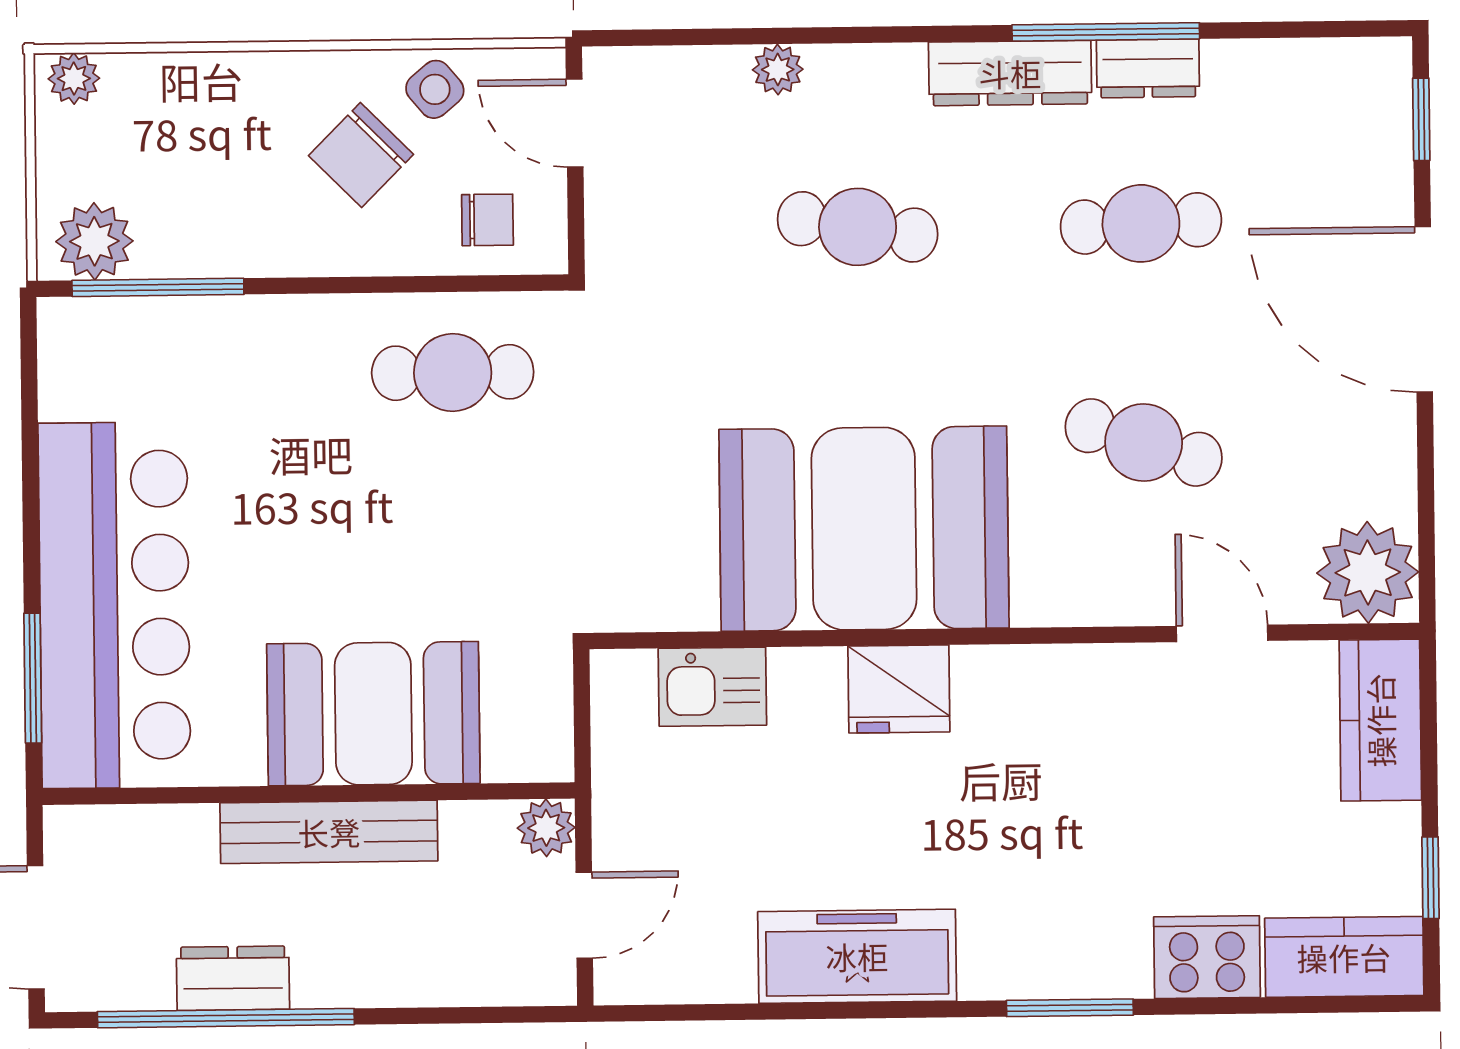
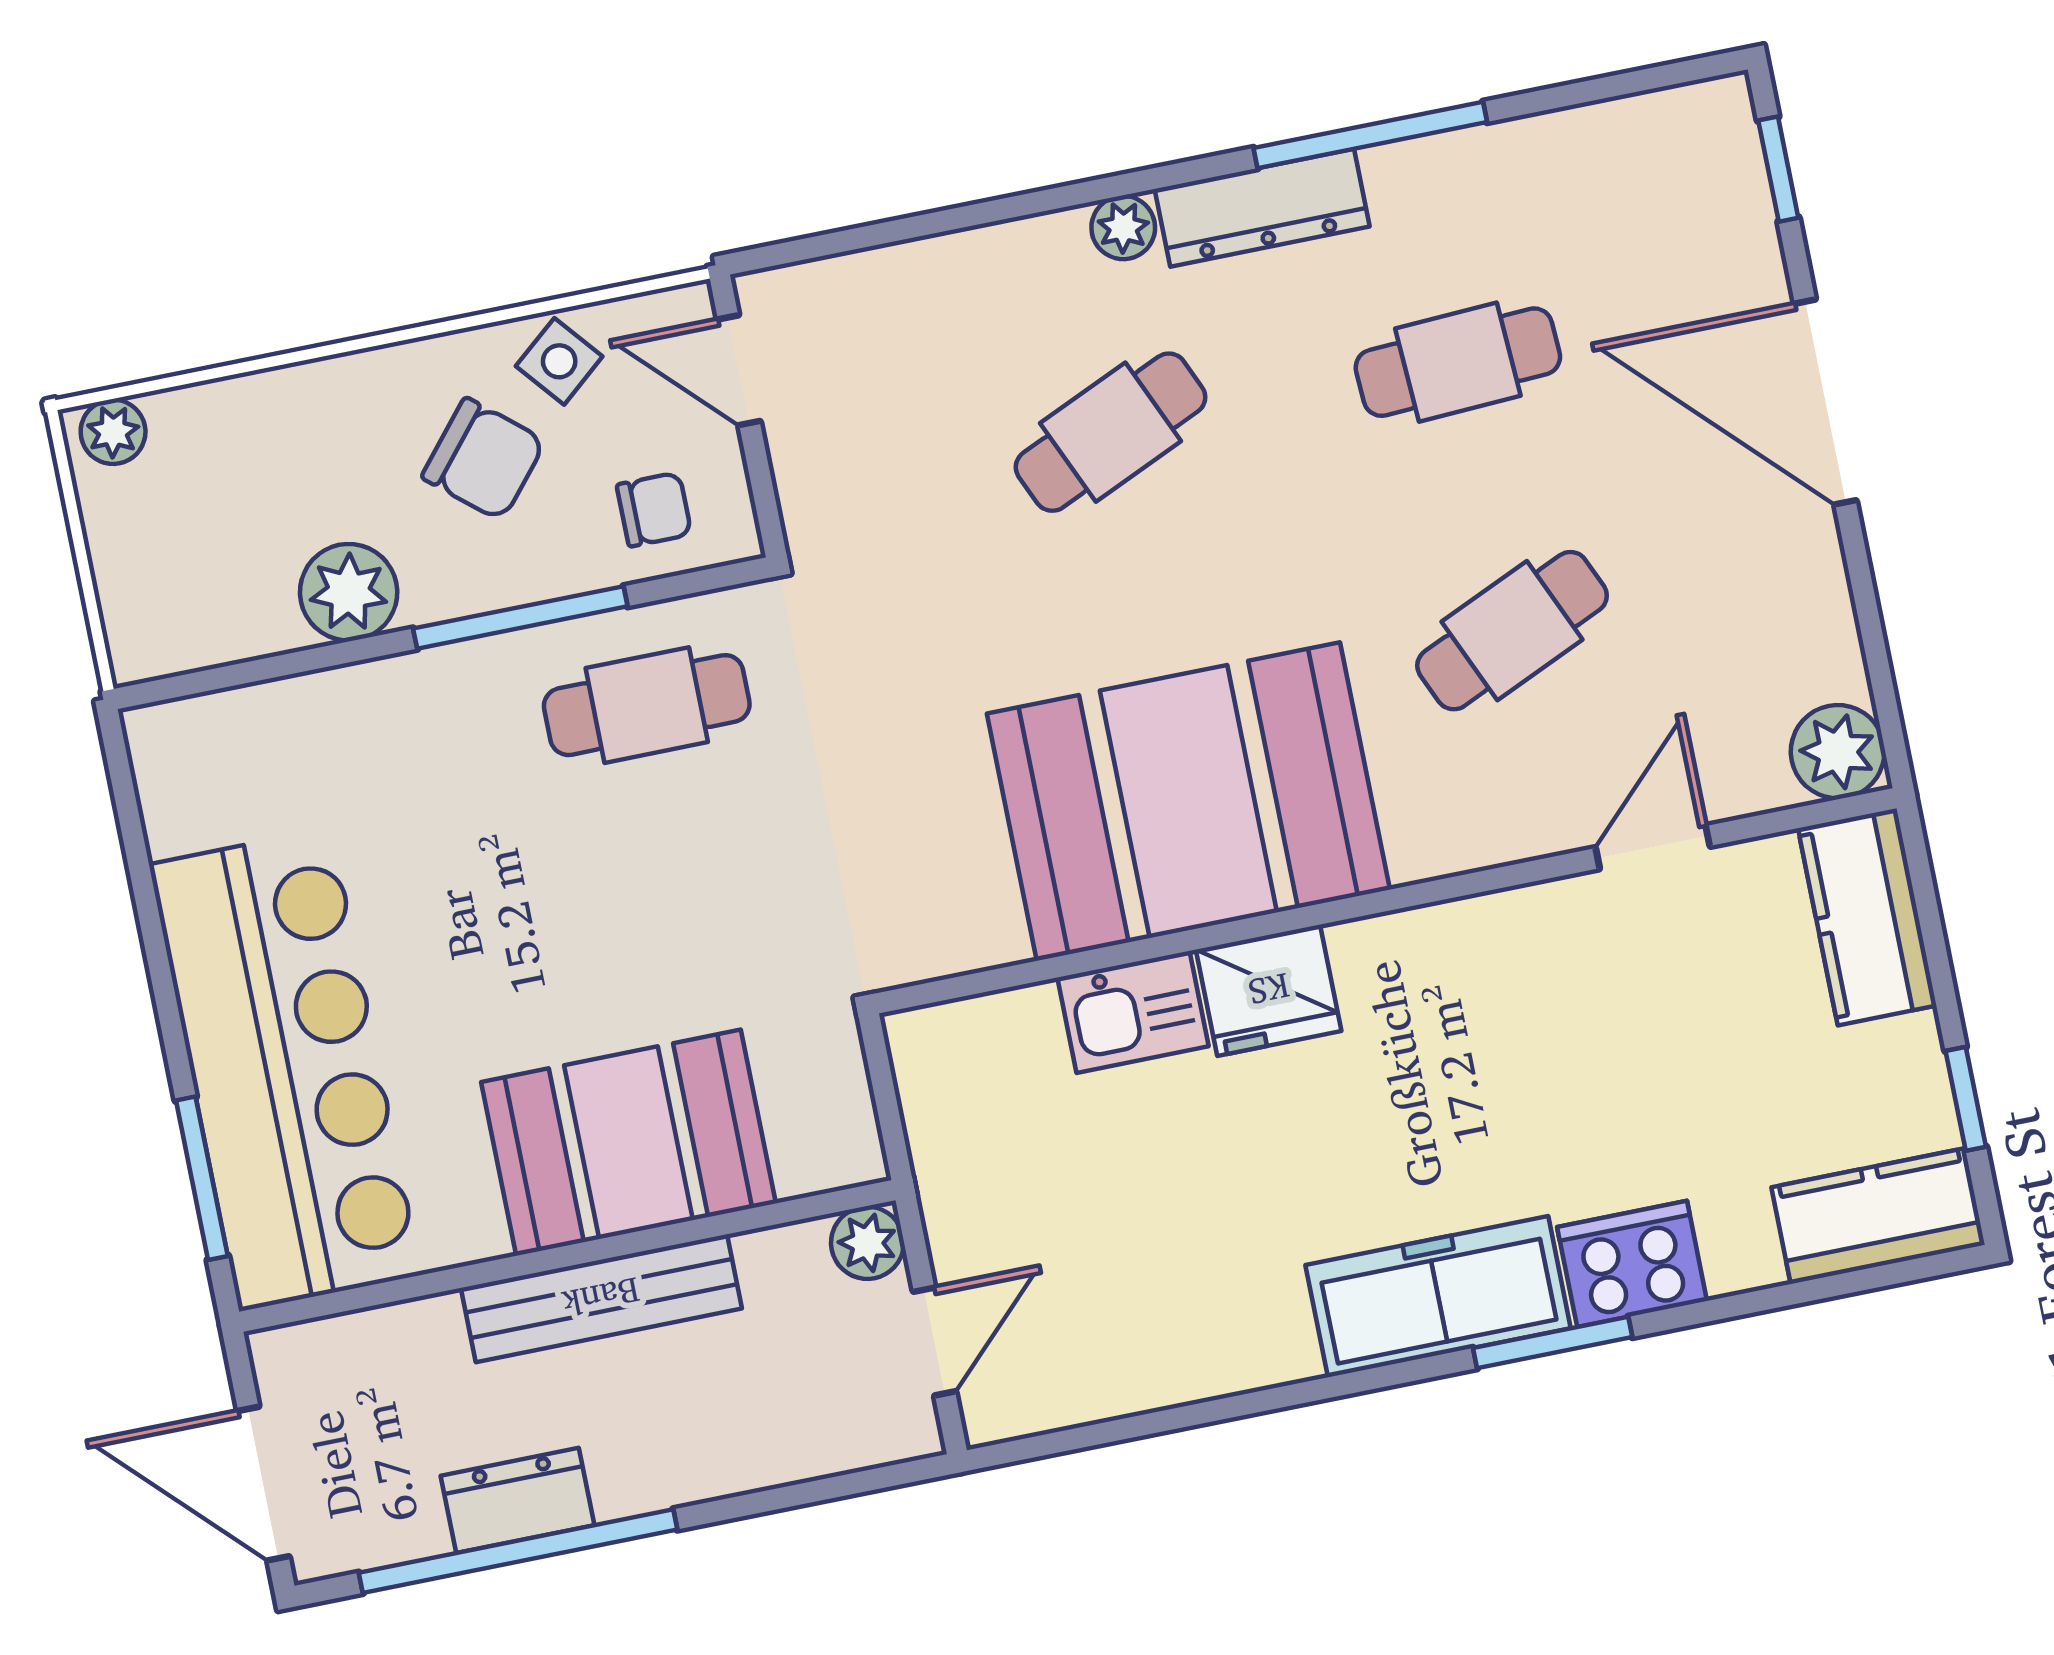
dresser: (1148, 68) -> (1431, 170), removed
plant: (778, 69) -> (1123, 228), moved
chair: (361, 155) -> (484, 459), turned -95
cafe table: (858, 227) -> (1111, 432), turned -33
plant: (94, 241) -> (349, 592), moved
window: (158, 287) -> (520, 617), moved
cafe table: (1144, 442) -> (1512, 631), turned -42
plant: (1368, 572) -> (1838, 752), width x0.73, depth x0.73
door: (1222, 633) -> (1653, 847), hinge flipped
kitchen sink: (712, 687) -> (1133, 1012), moved
freezer: (857, 956) -> (1438, 1297), moved
cooker: (1207, 957) -> (1632, 1264), moved

